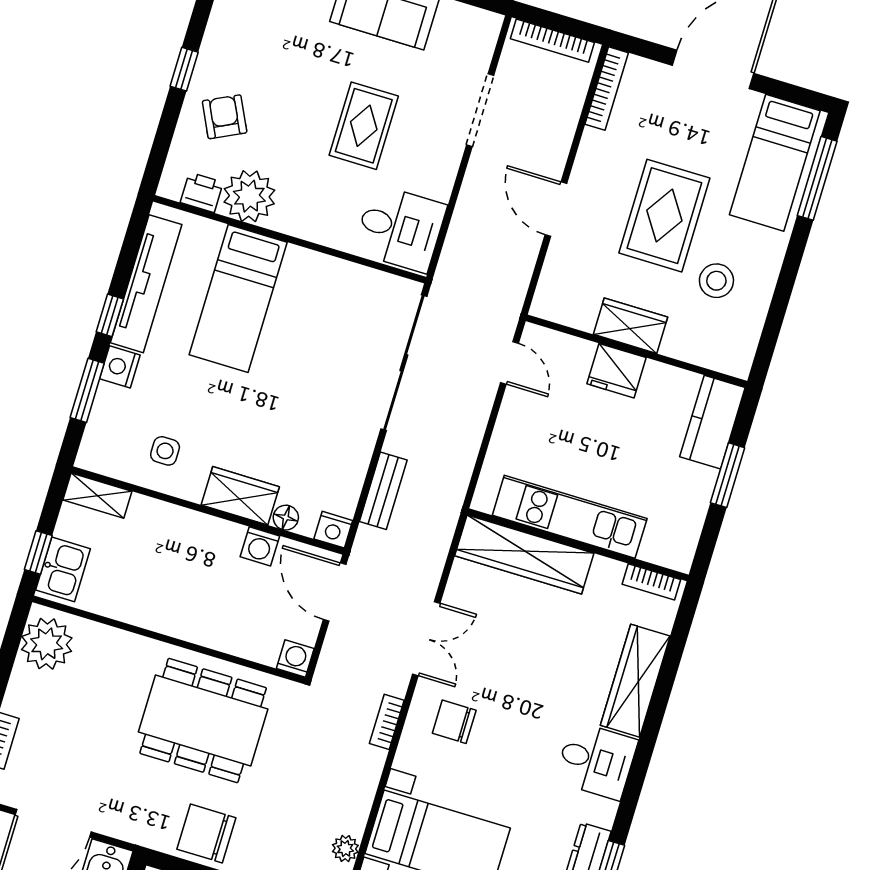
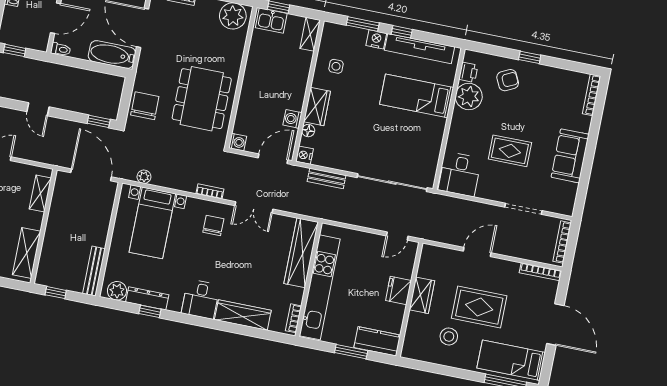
kitchen unit: (570, 517) -> (320, 287), width x1.36

